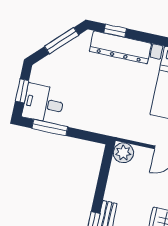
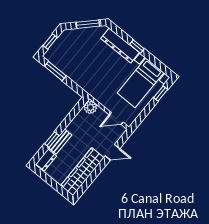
window: (115, 31) -> (137, 47), moved
desk: (43, 103) -> (59, 55), removed

